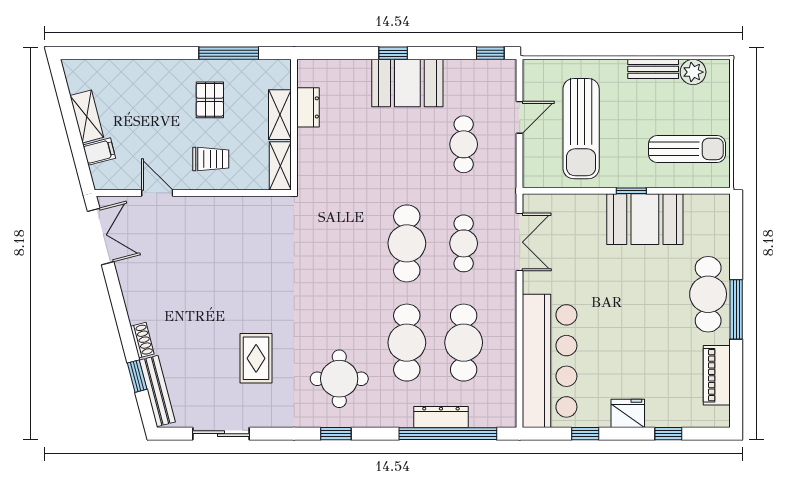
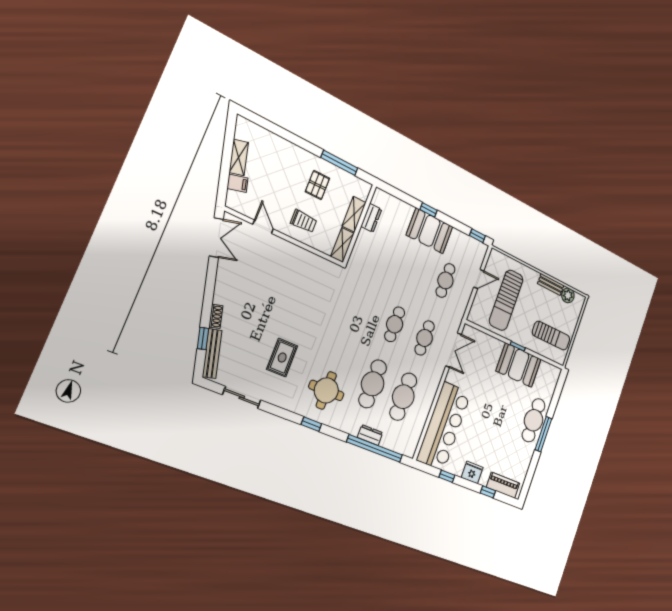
cafe table: (407, 243) -> (395, 324), width x0.73, depth x0.74
piano: (717, 375) -> (503, 485), moved, turned 90
dresser: (441, 417) -> (370, 435), width x0.70

